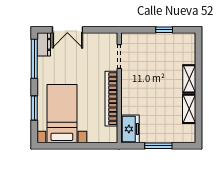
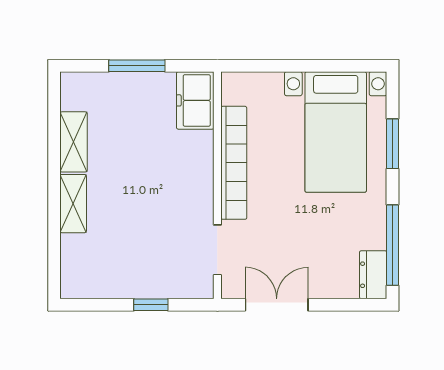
double door: (67, 30) -> (277, 305), moved
window: (164, 30) -> (151, 305), moved

